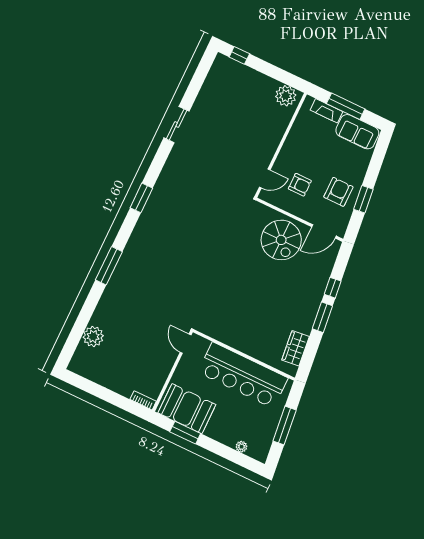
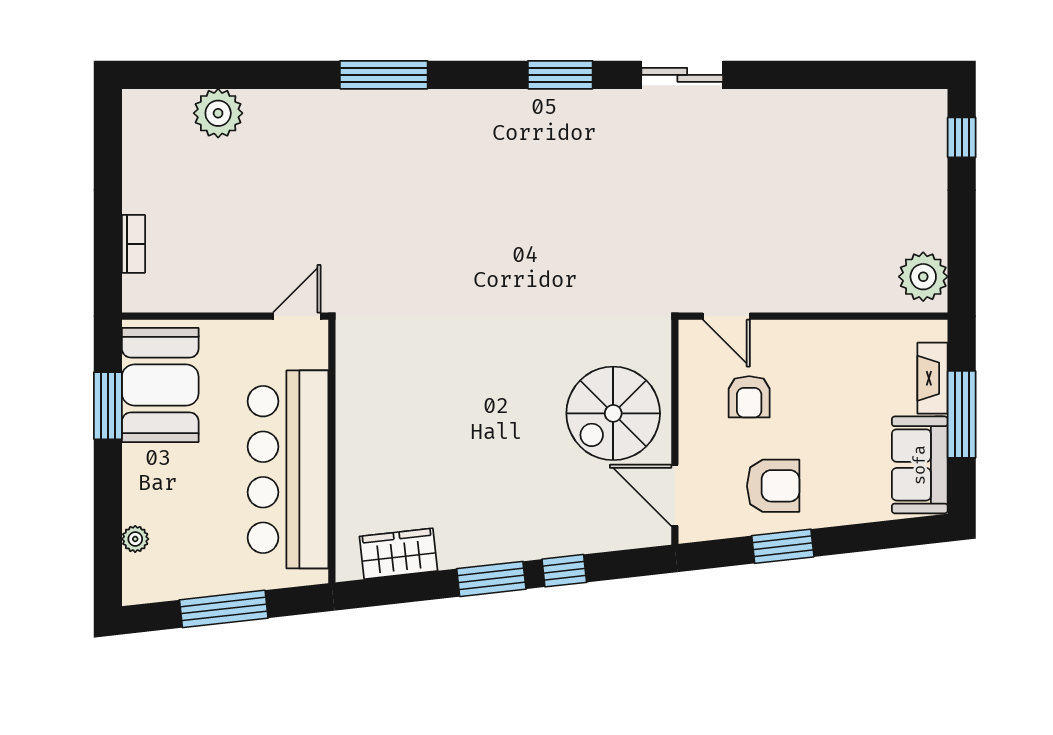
sliding door: (177, 125) -> (682, 75), moved
bookcase: (143, 400) -> (133, 244), moved

